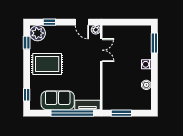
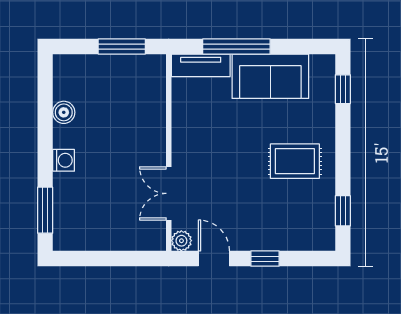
window: (49, 22) -> (265, 259), moved
plant: (38, 33) -> (317, 233), removed
rug: (47, 64) -> (295, 161), width x0.73, depth x0.70
window: (72, 113) -> (236, 47), width x0.68

